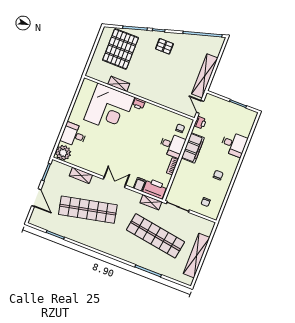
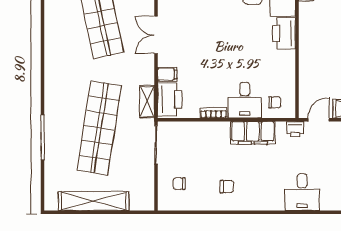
printer: (139, 104) -> (284, 33), width x1.87, depth x1.48
desk: (234, 144) -> (302, 192), moved
double door: (114, 182) -> (156, 35), swing flipped

